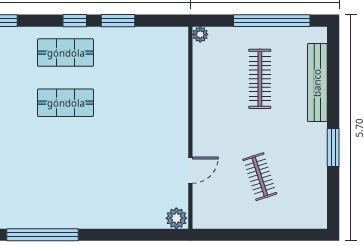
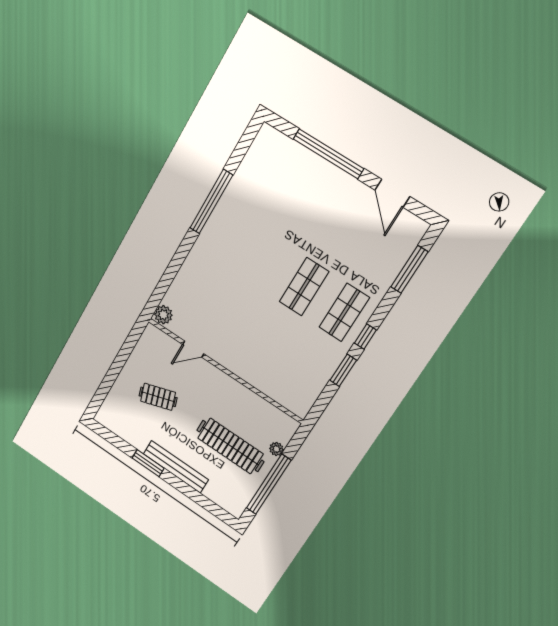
plant: (200, 34) -> (276, 449), moved
clothes rail: (260, 79) -> (230, 446), width x1.37, depth x1.31
bench: (317, 83) -> (176, 467), moved
door: (190, 170) -> (193, 349), hinge flipped

